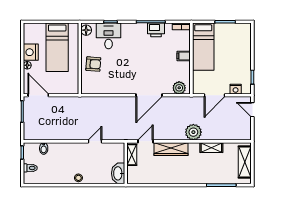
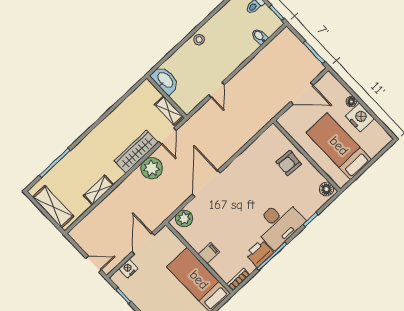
desk: (109, 36) -> (279, 224), moved, width x1.37
door: (38, 95) -> (302, 93), moved
plant: (193, 132) -> (152, 168), moved

